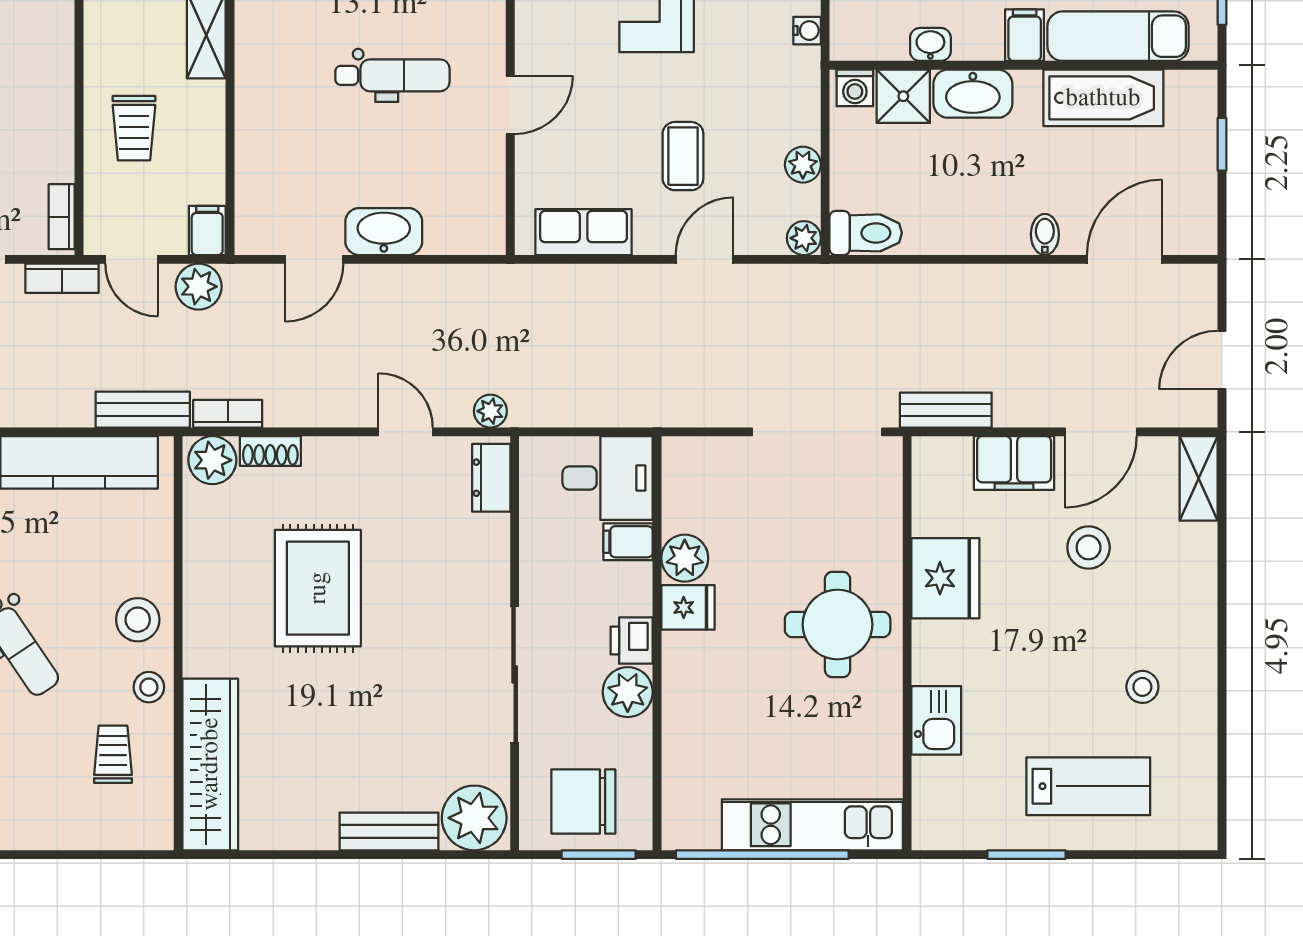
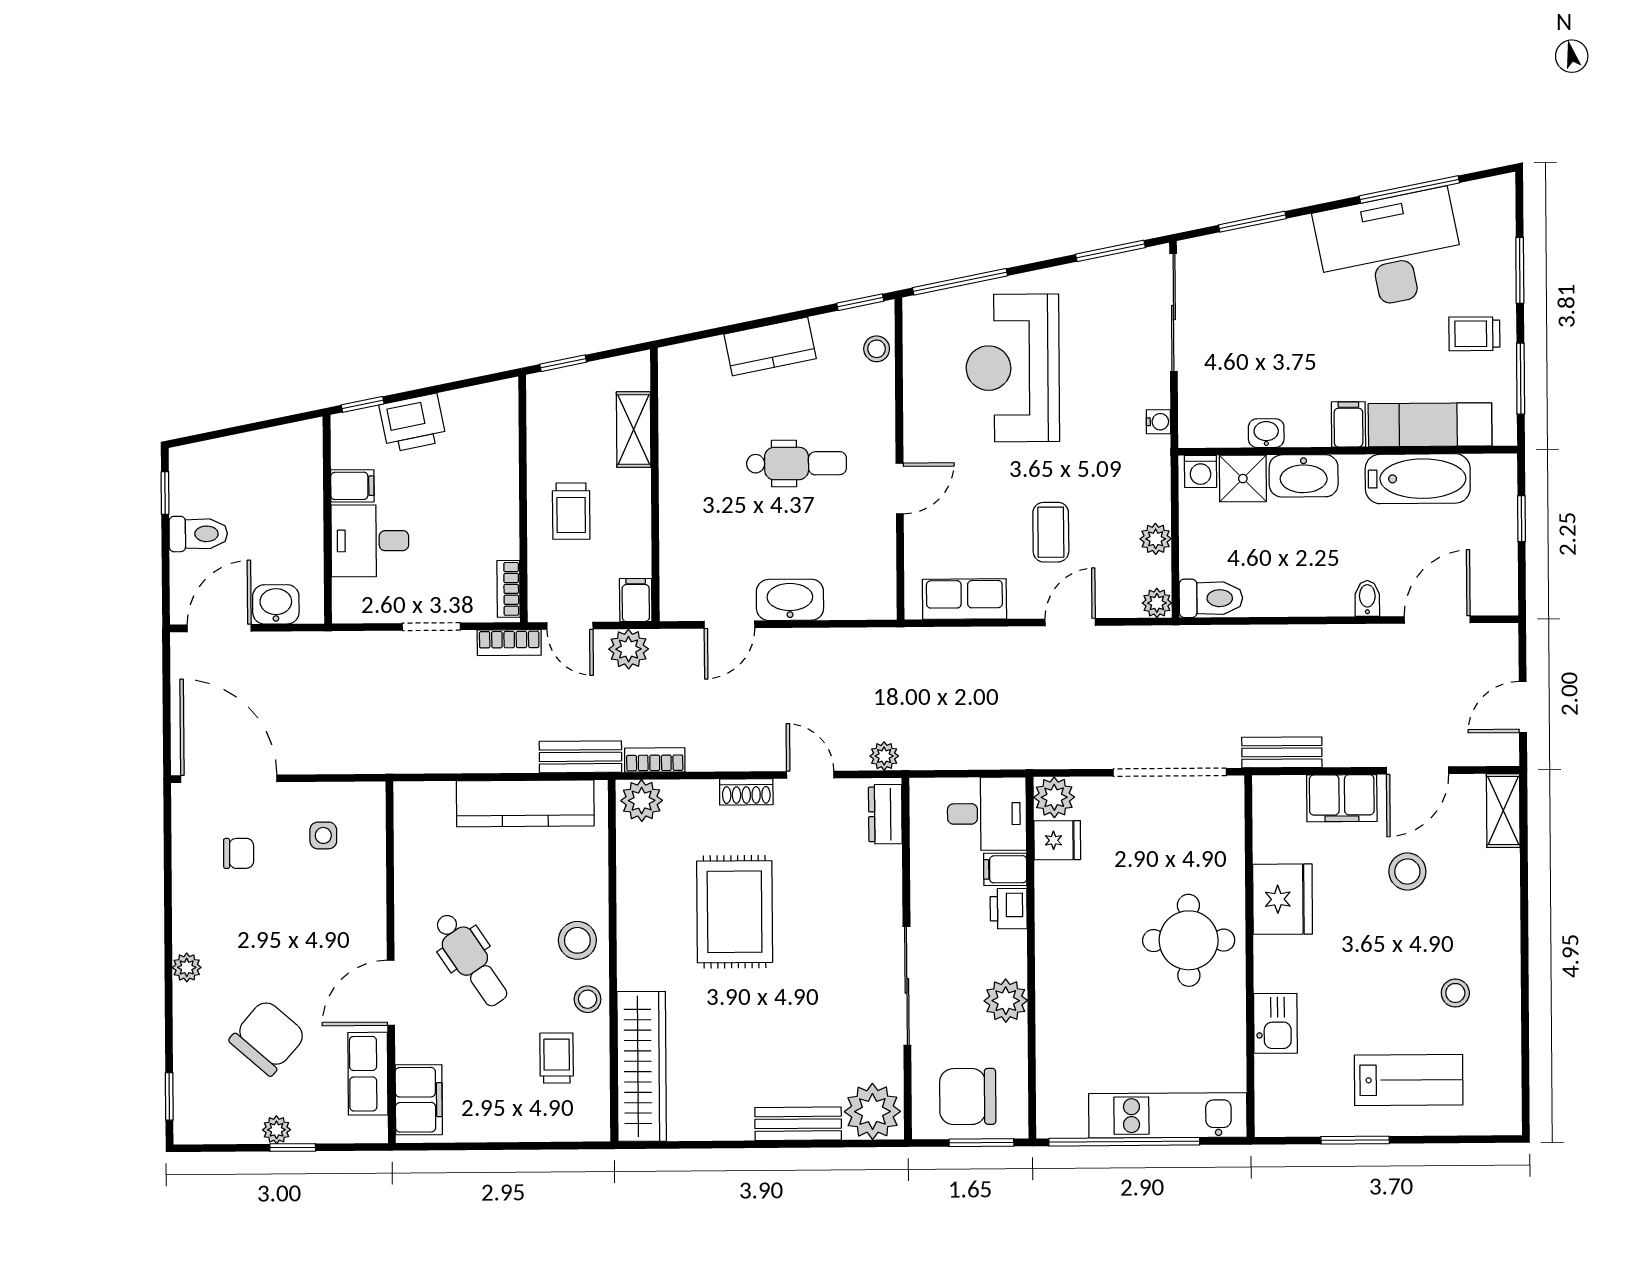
shoe rack: (270, 451) -> (746, 792), moved
plant: (685, 558) -> (1054, 797), moved
fridge: (688, 607) -> (1057, 840), moved
printer: (632, 641) -> (1009, 909), moved

